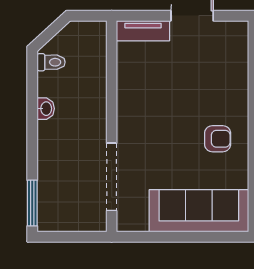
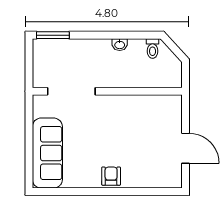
tv unit: (143, 31) -> (175, 114), removed
armchair: (218, 139) -> (111, 176), moved, turned 180

